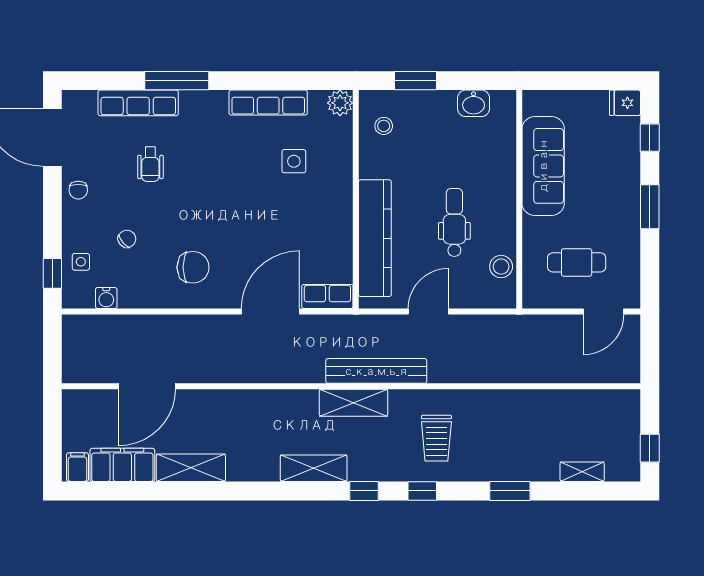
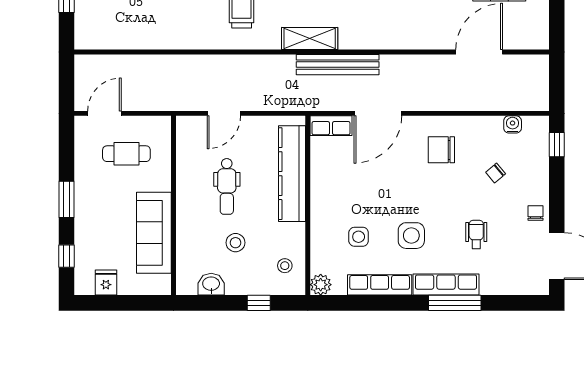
window: (415, 81) -> (259, 303), width x0.67
row of seats: (138, 103) -> (446, 285), moved
fridge: (625, 103) -> (106, 283), moved, turned -90
side table: (81, 262) -> (411, 236), moved, width x1.87, depth x1.87
stool: (501, 267) -> (235, 243), moved
door: (428, 311) -> (224, 113), moved
bench: (376, 371) -> (338, 65), moved

